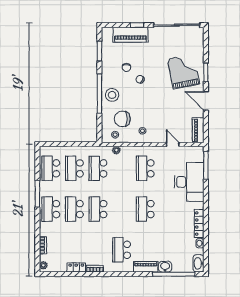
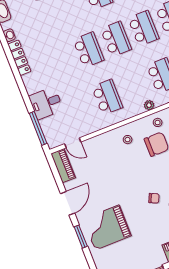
grand piano: (183, 71) -> (107, 227), turned 101
door: (206, 101) -> (68, 203), hinge flipped
door: (173, 144) -> (73, 143), moved
desk: (189, 182) -> (46, 103), width x0.53, depth x0.77
school desk: (122, 209) -> (116, 39), added

